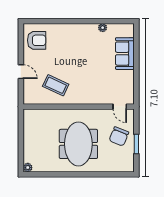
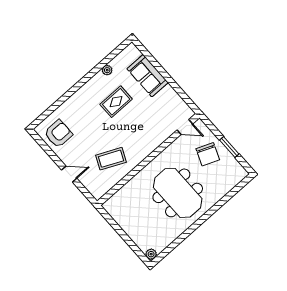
rug: (91, 52) -> (116, 102), added

